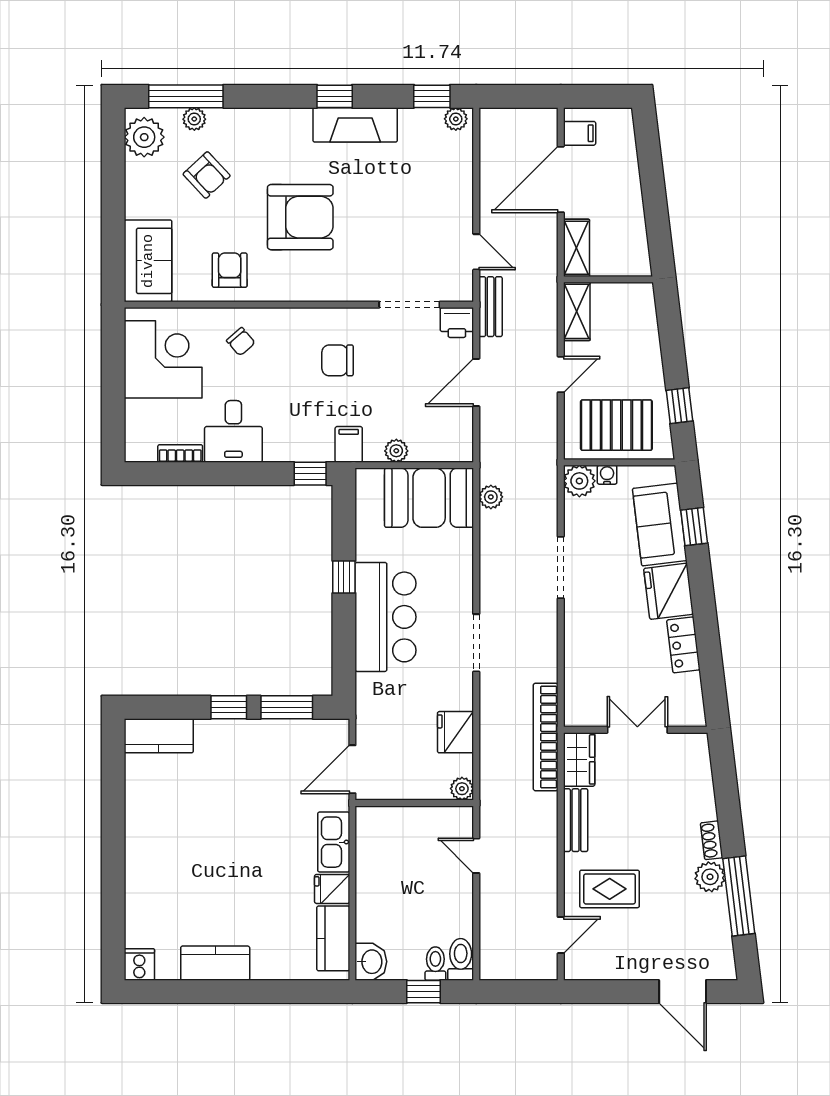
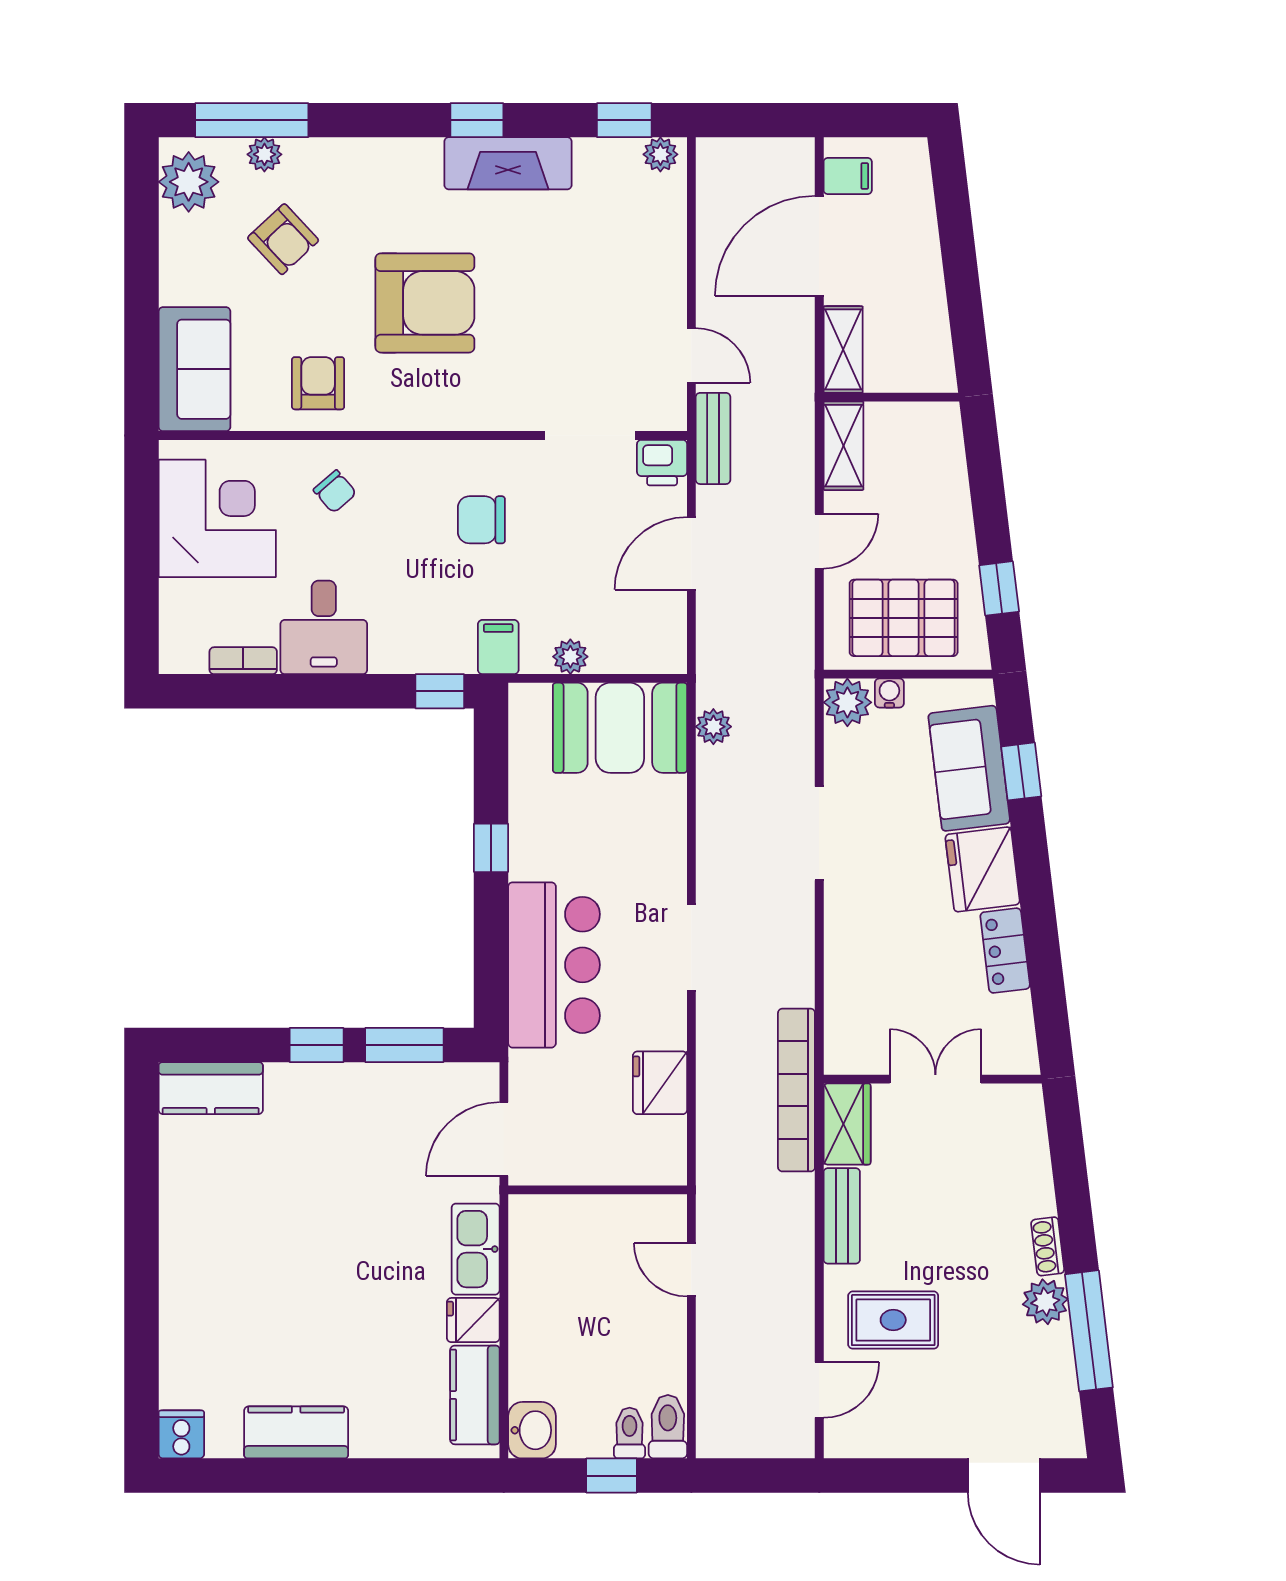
bar counter: (386, 617) -> (554, 965), moved
plant: (462, 789) -> (670, 1168), removed

